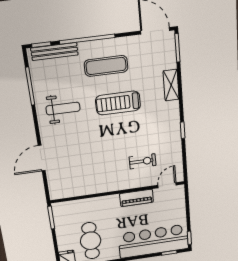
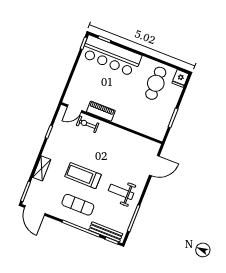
treadmill: (118, 103) -> (83, 176), turned 180
door: (167, 185) -> (75, 109), moved
wall: (118, 192) -> (112, 123), moved
piano: (137, 198) -> (101, 111), moved

